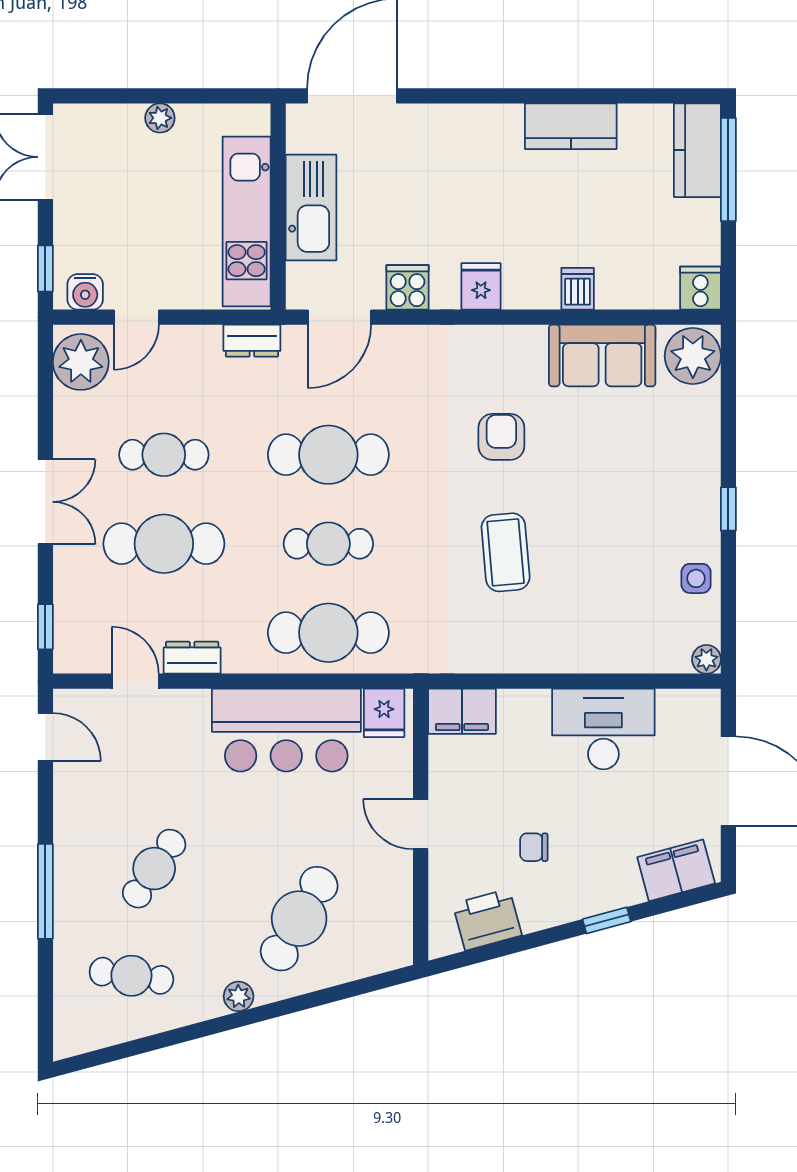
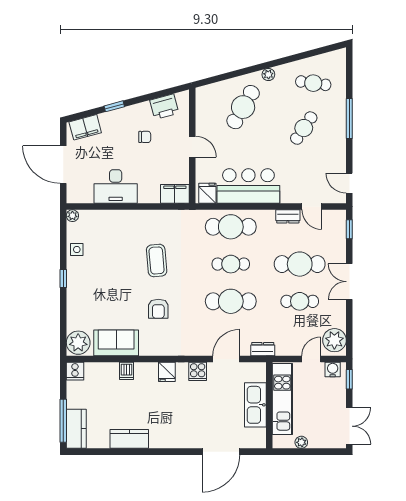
wall: (278, 206) -> (269, 405), moved
kitchen sink: (311, 207) -> (255, 405), moved
kitchen unit: (247, 222) -> (282, 399), moved

